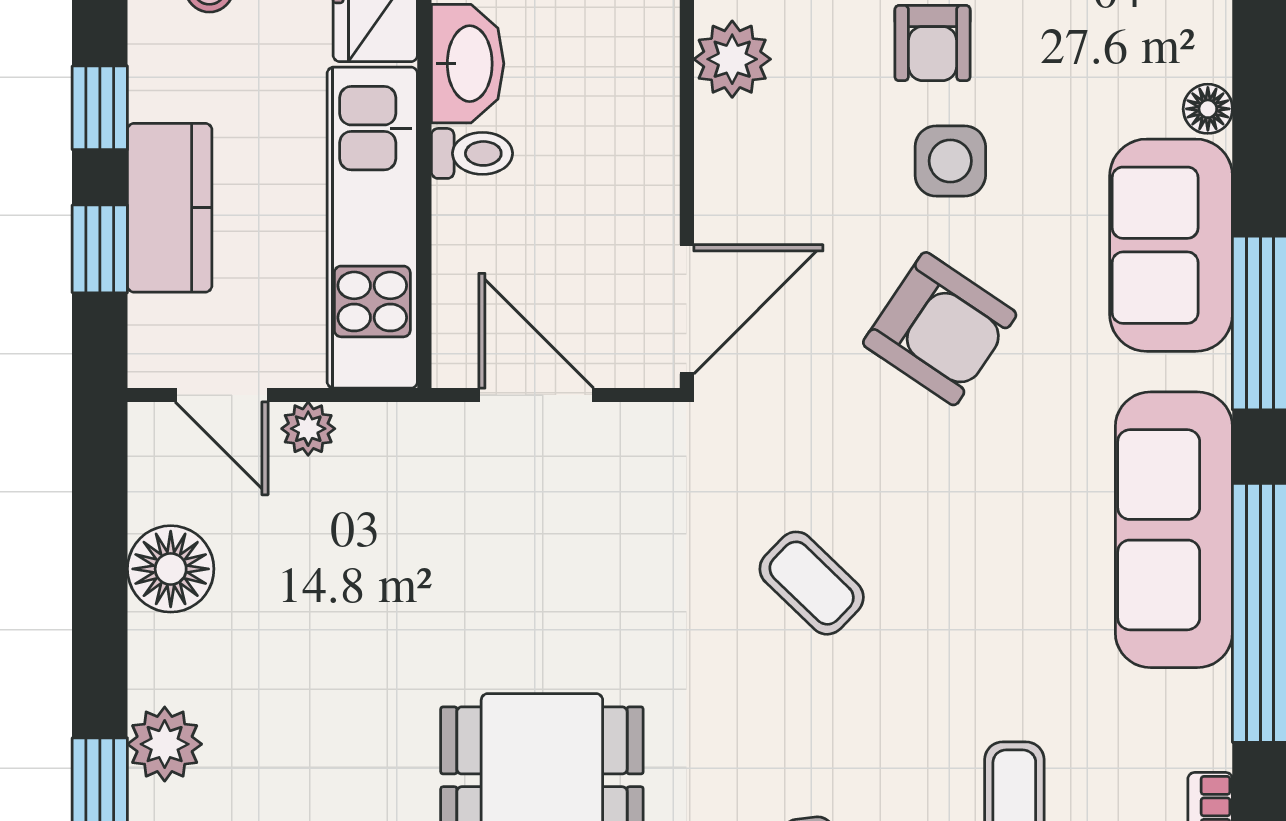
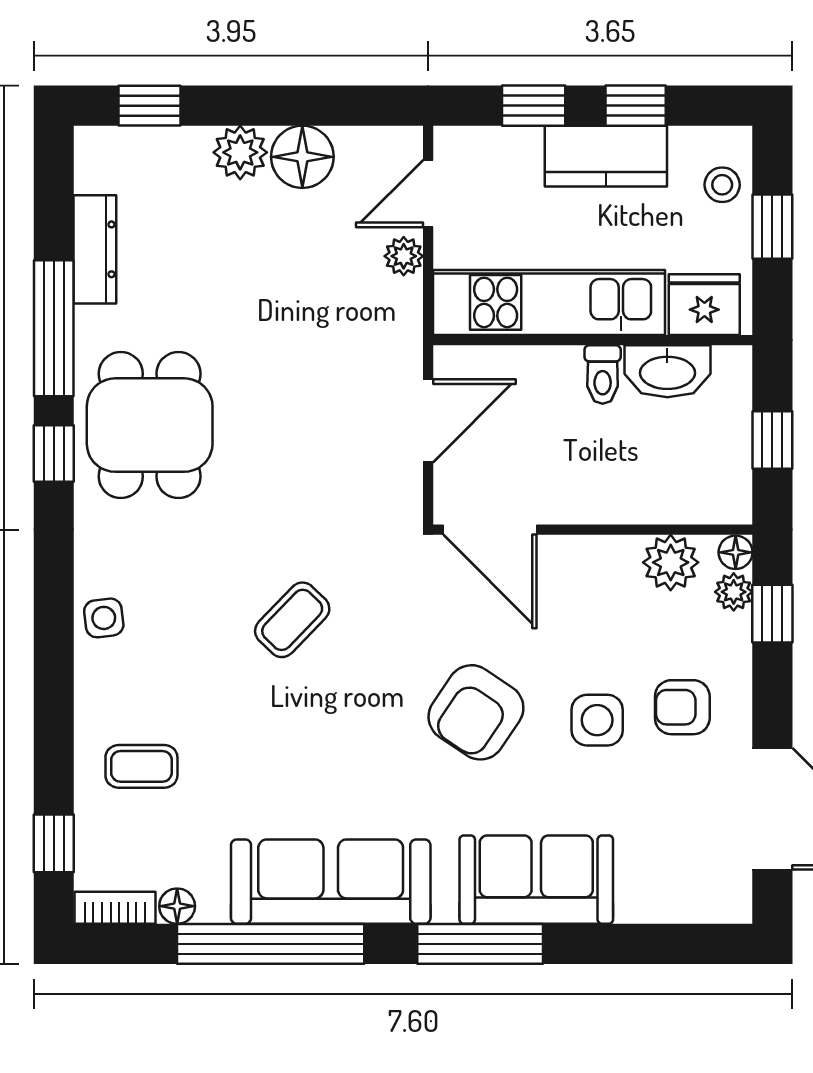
floor lamp: (1208, 109) -> (177, 906), moved
kitchen counter: (170, 208) -> (606, 156), moved
plant: (165, 744) -> (240, 152), moved

